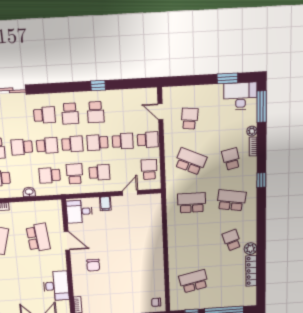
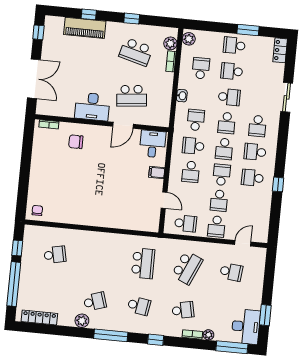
school desk: (22, 147) -> (229, 97), turned 90
school desk: (75, 174) -> (193, 146), turned 180
school desk: (231, 200) -> (139, 306), width x0.54
window: (261, 221) -> (111, 335), added
chair: (93, 265) -> (76, 142), moved
locker: (251, 271) -> (39, 318), moved
school desk: (194, 281) -> (55, 255), width x0.54
desk: (56, 286) -> (92, 107), moved

